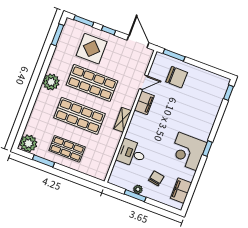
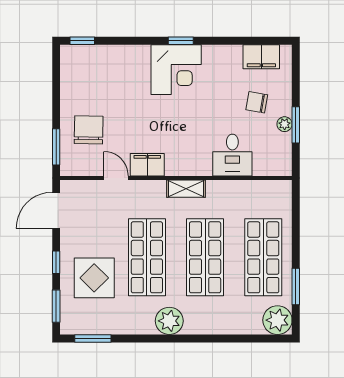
shop shelf: (67, 149) -> (263, 257), width x1.43, depth x1.36
corner desk: (188, 151) -> (176, 70), moved

